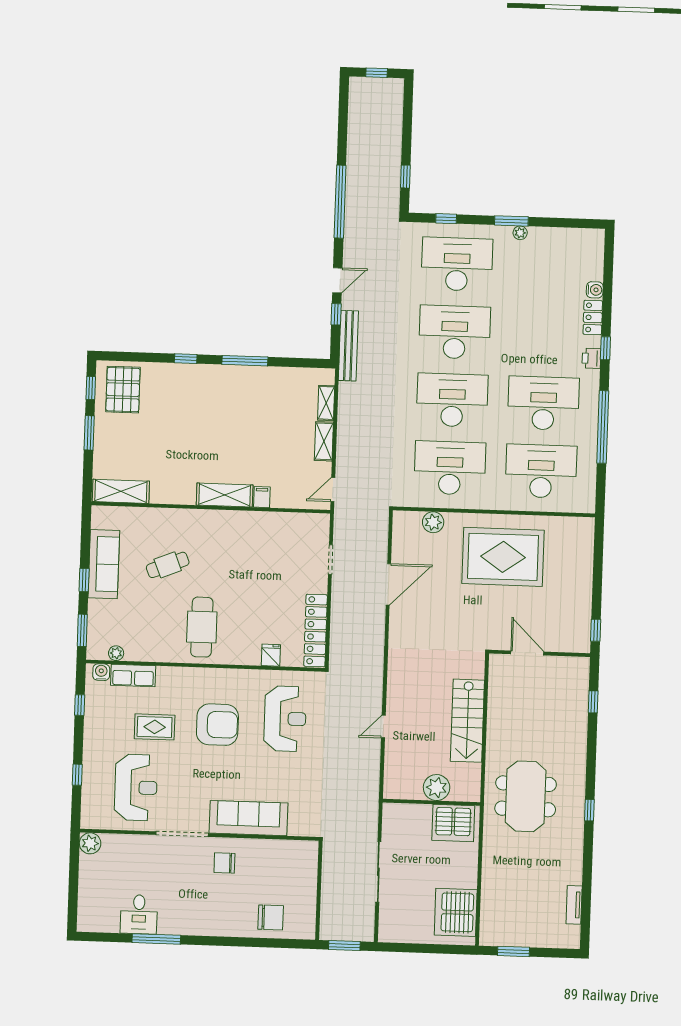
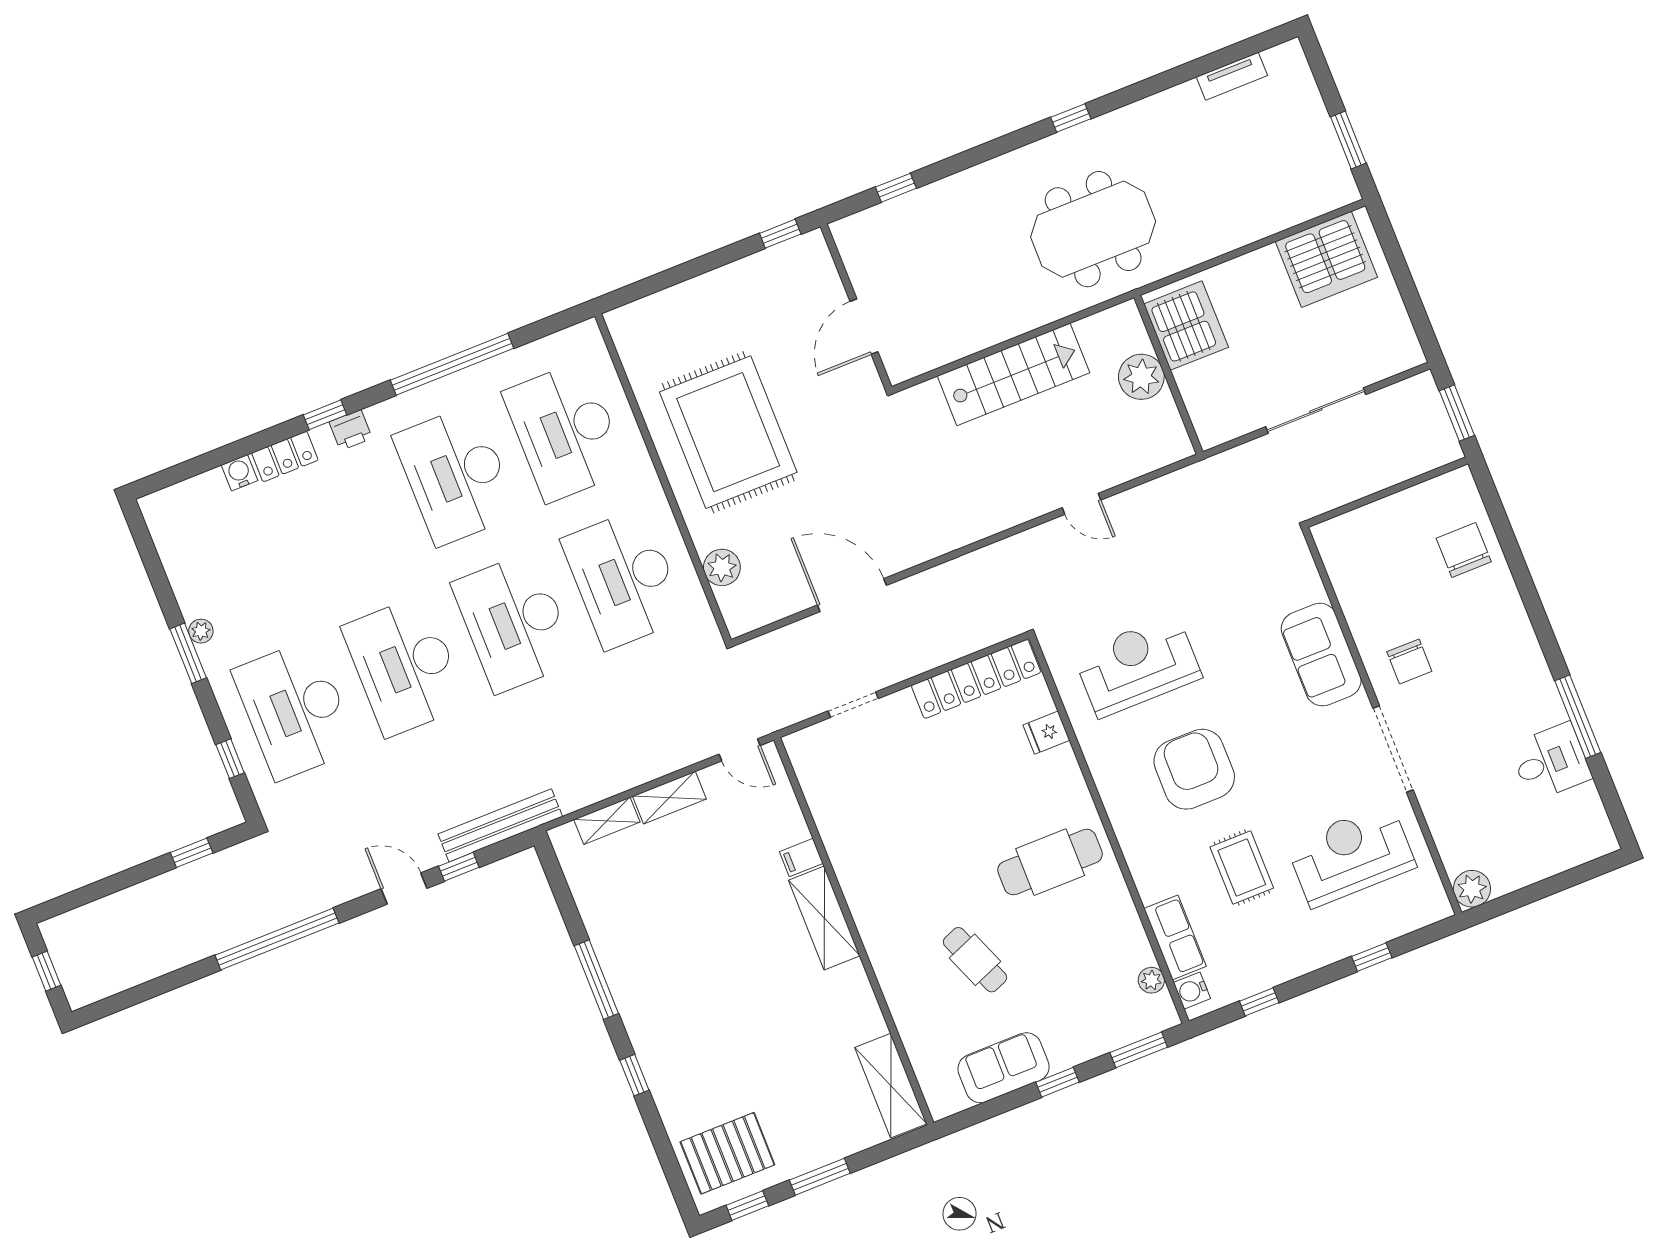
sofa: (104, 564) -> (1004, 1068), width x0.73
sofa: (248, 818) -> (1321, 655), width x0.73

